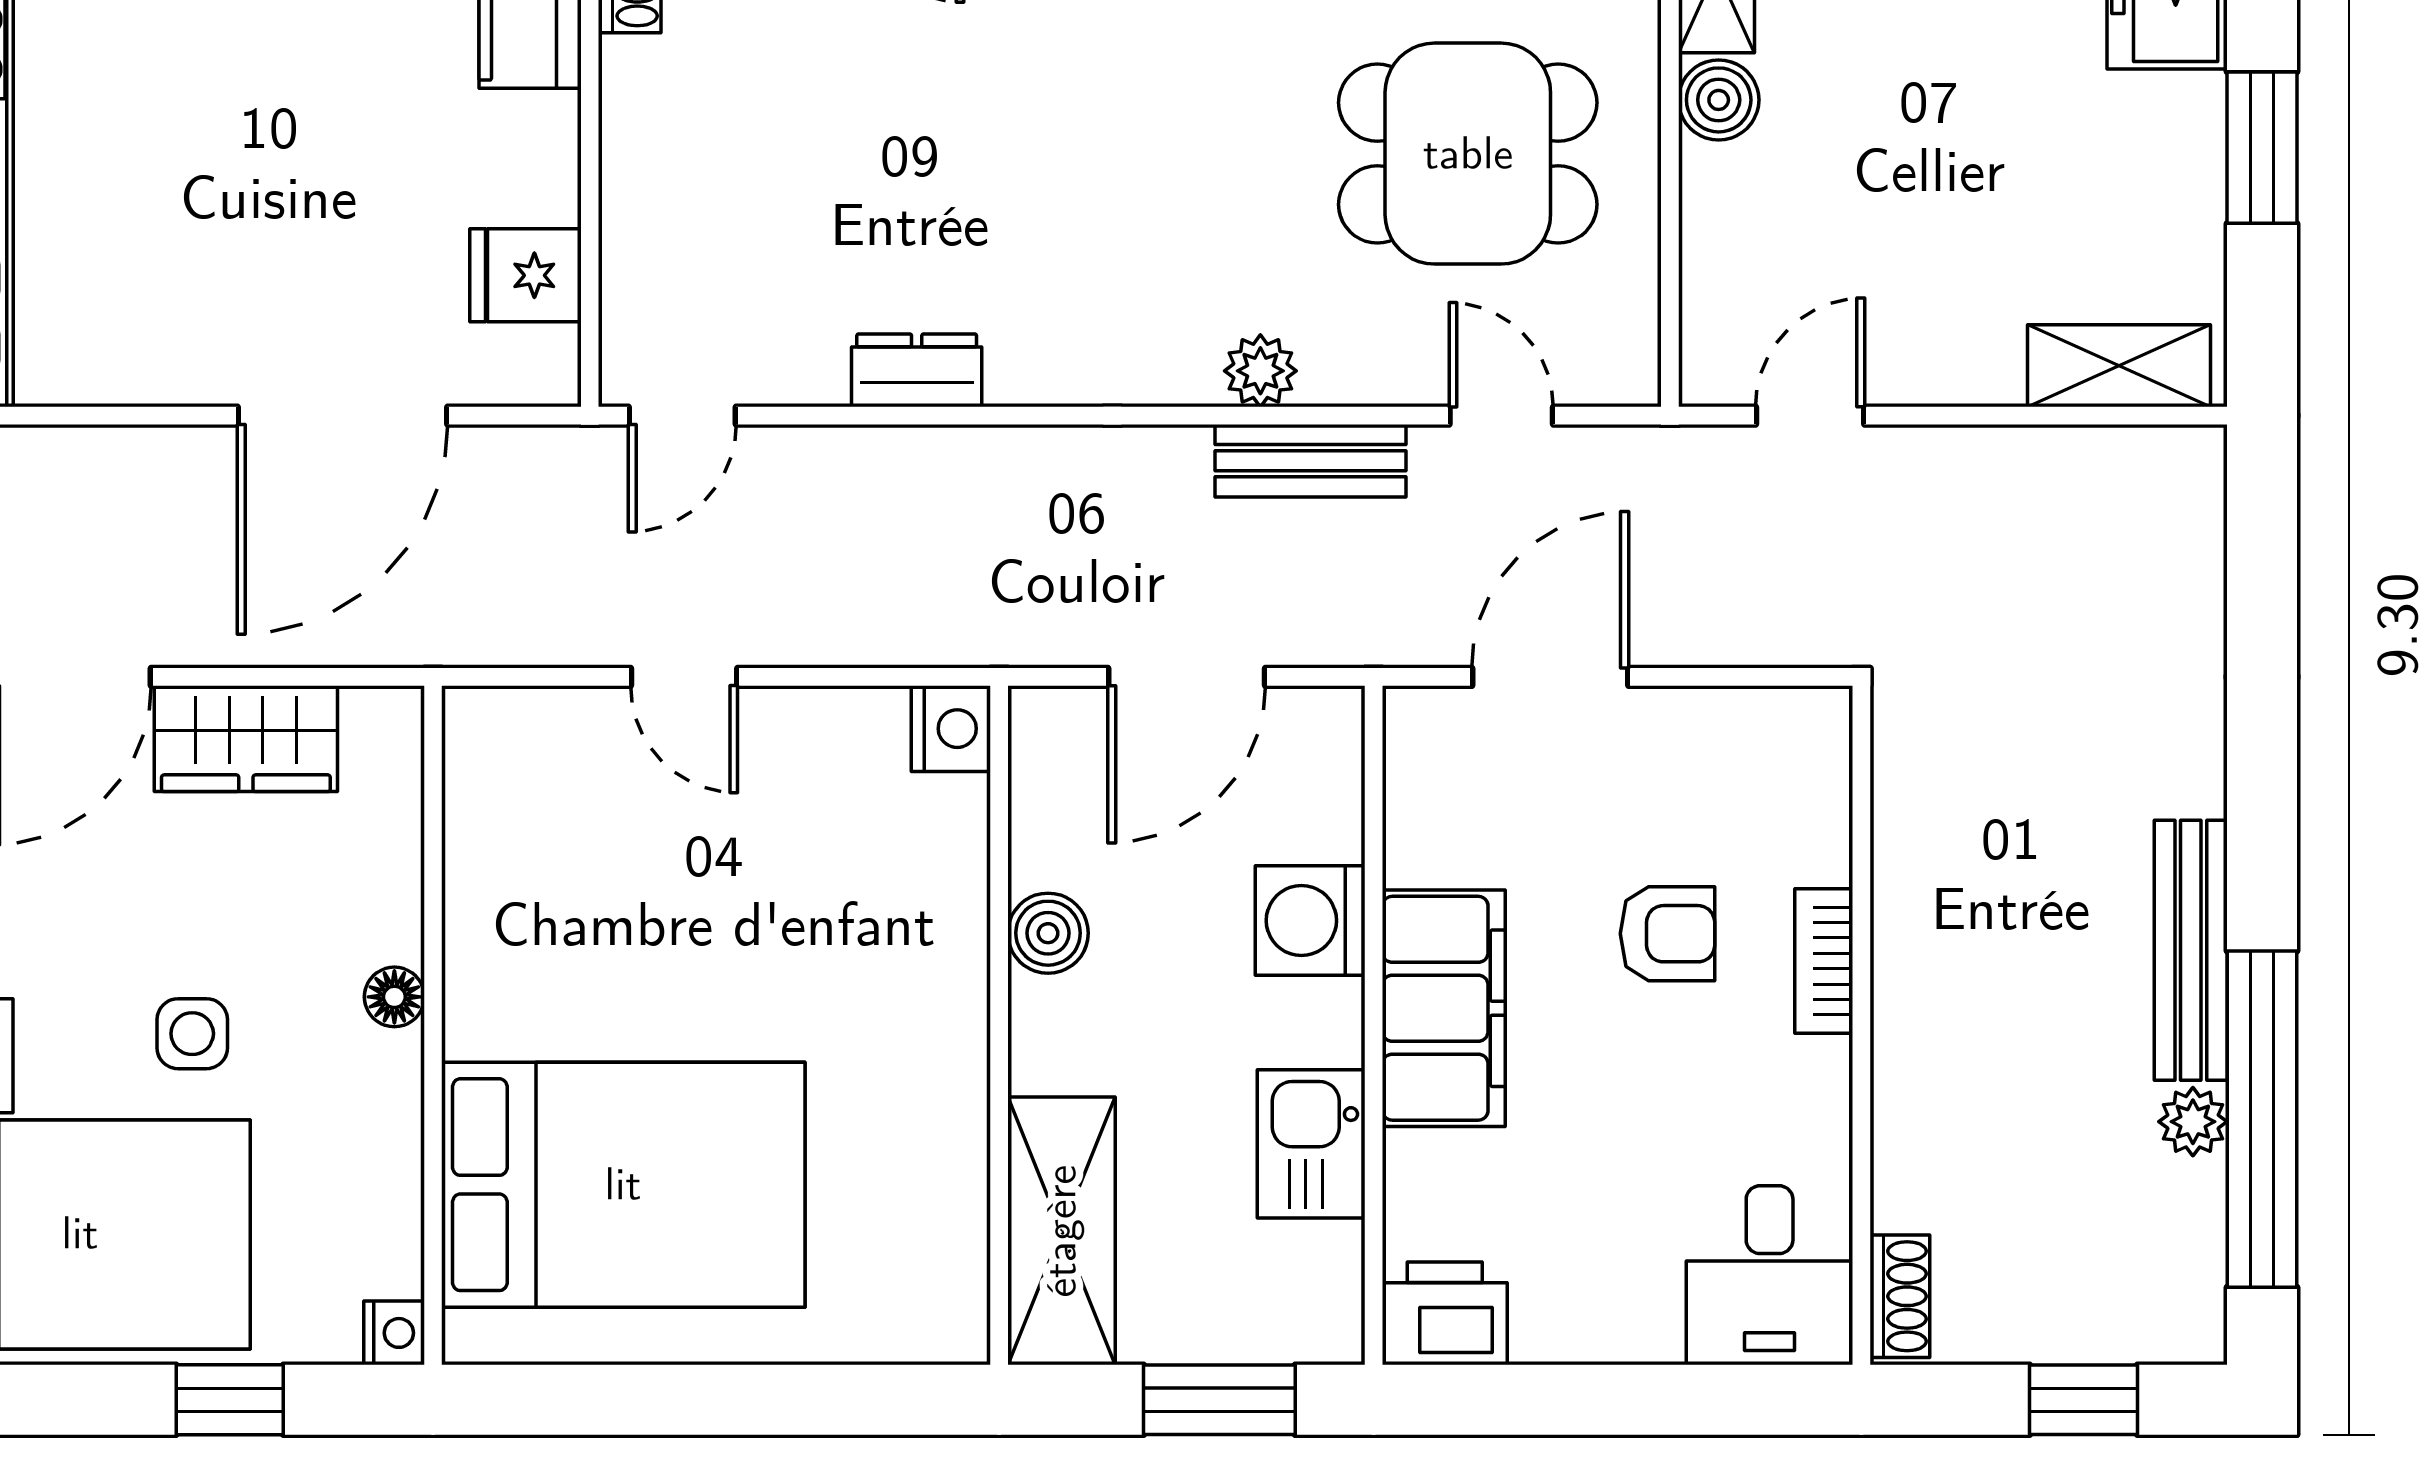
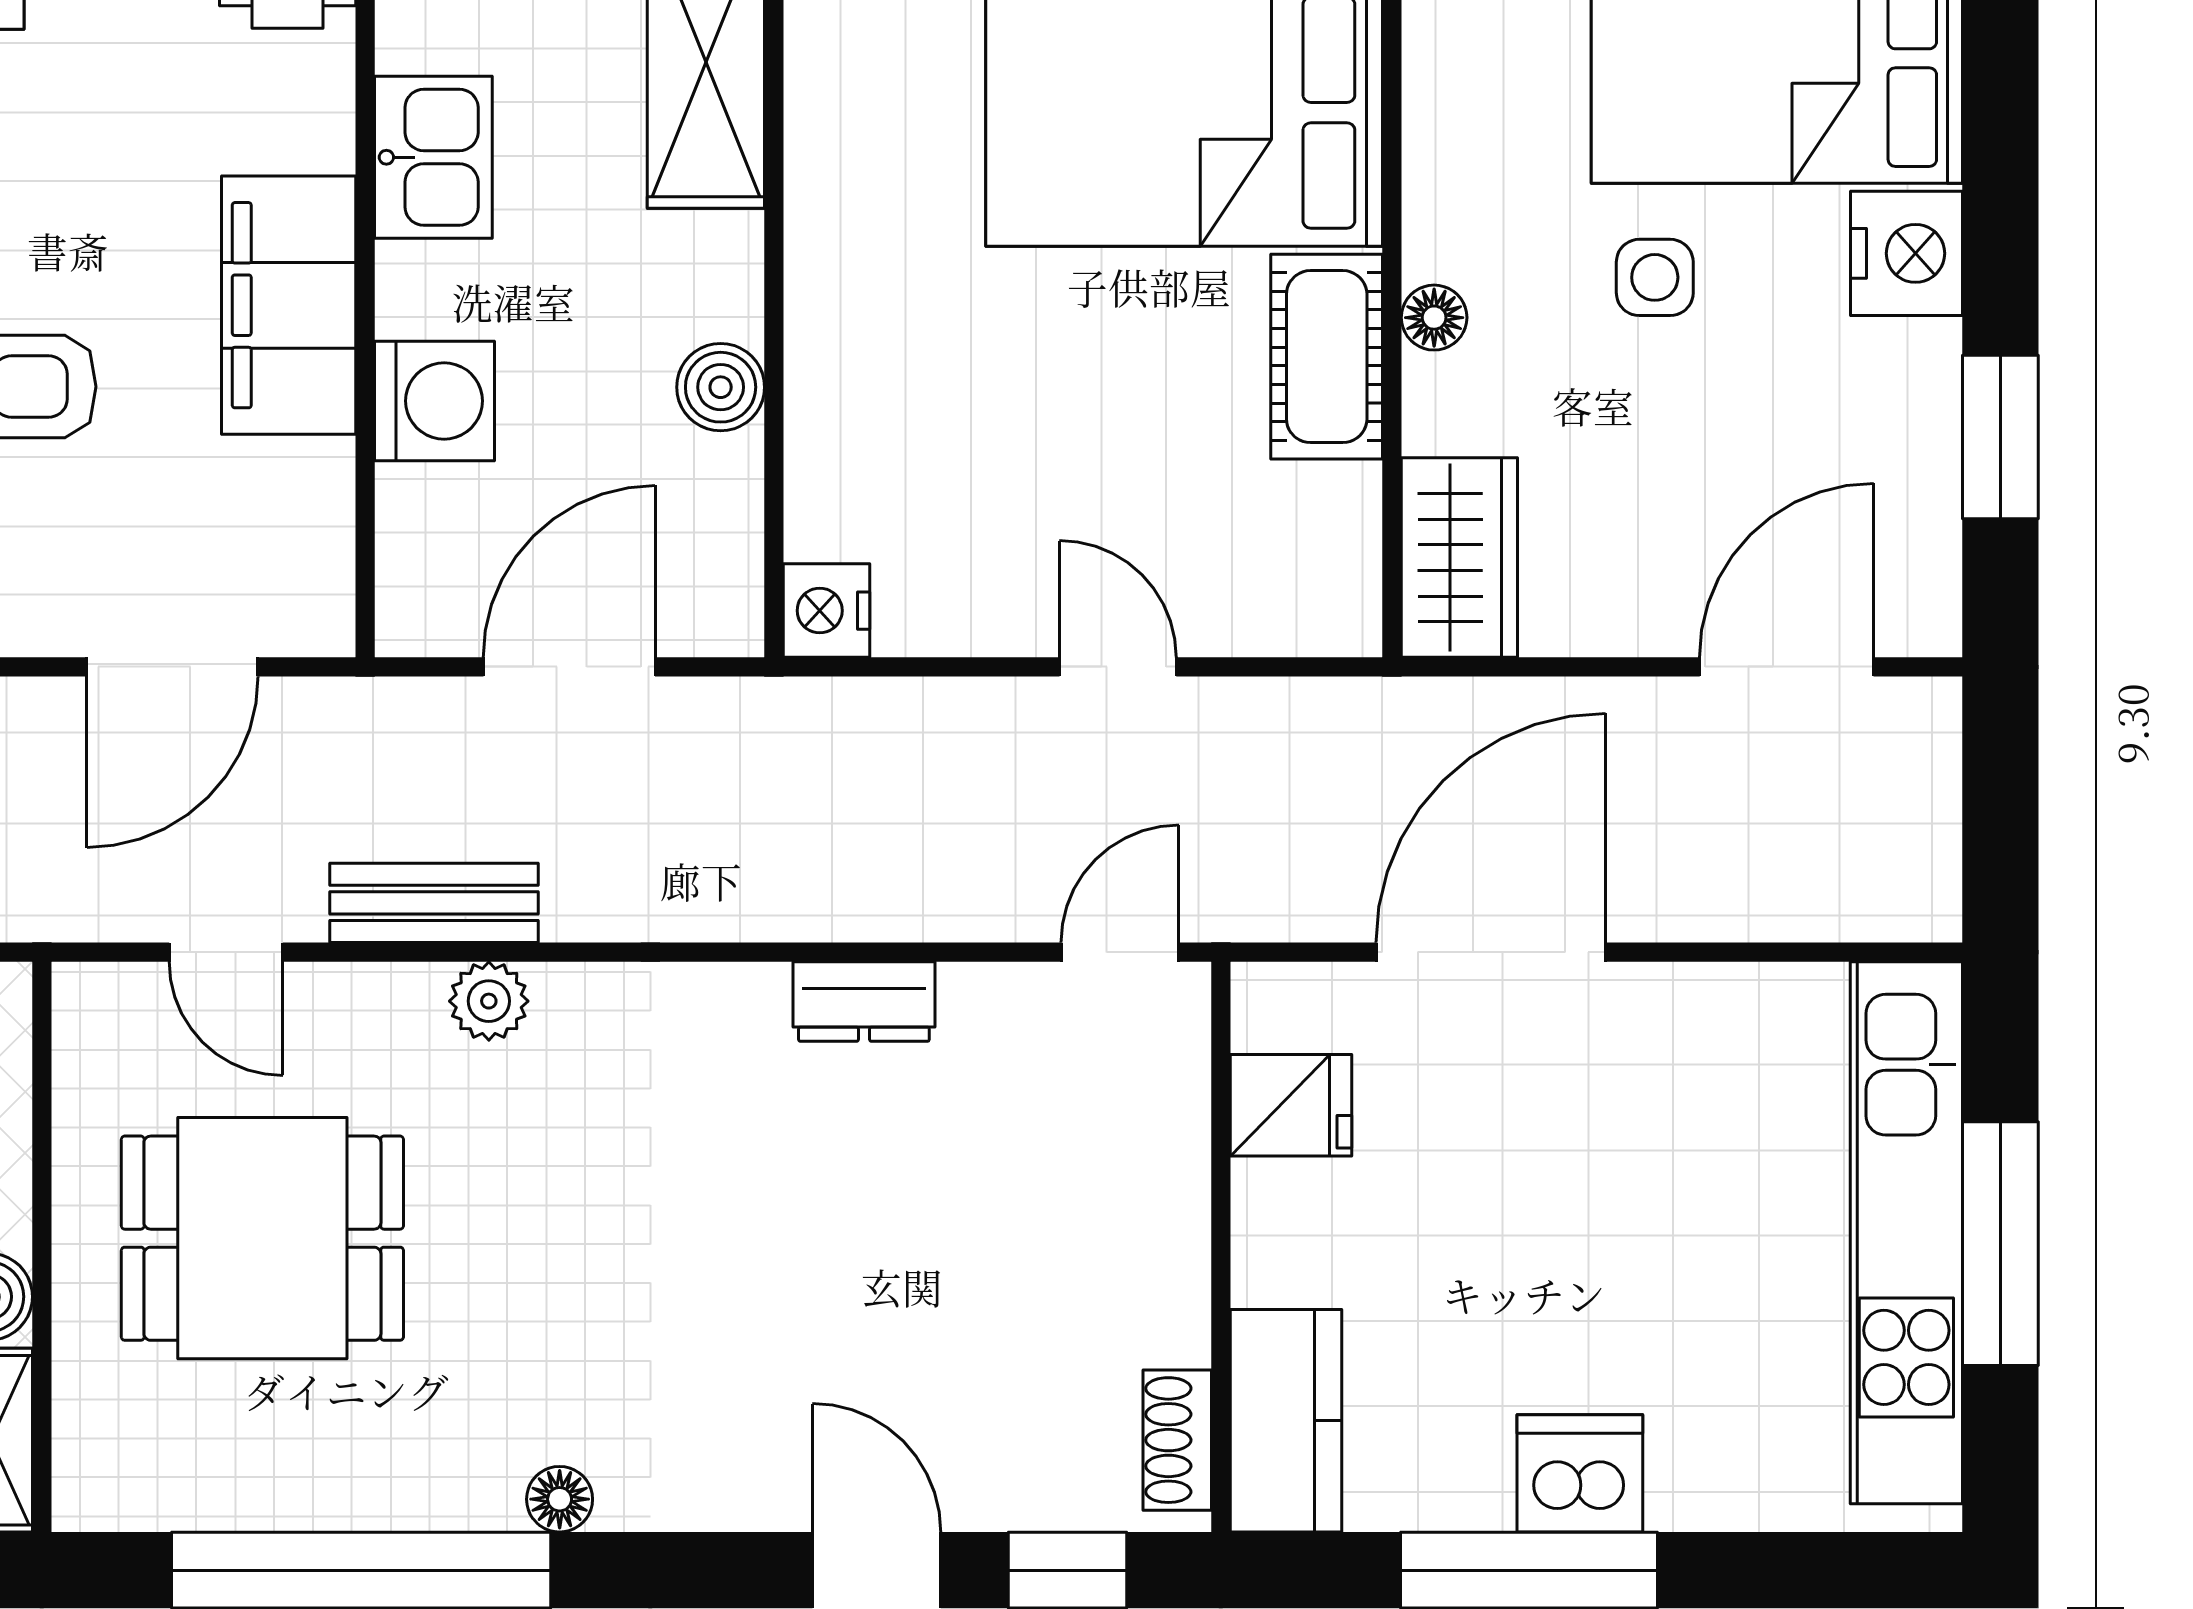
wardrobe: (246, 739) -> (1459, 558), moved, turned 90
cot: (493, 961) -> (1327, 357), added

